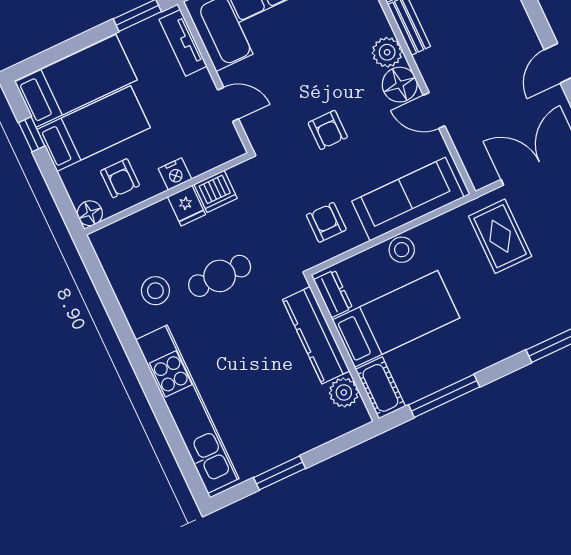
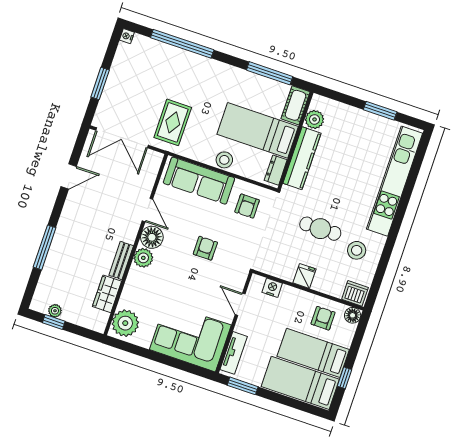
nightstand: (175, 174) -> (272, 288), moved
dishwasher: (216, 191) -> (355, 293), moved

